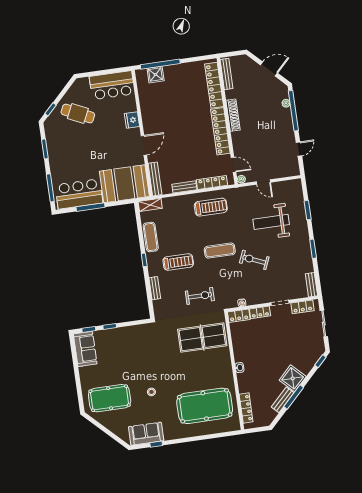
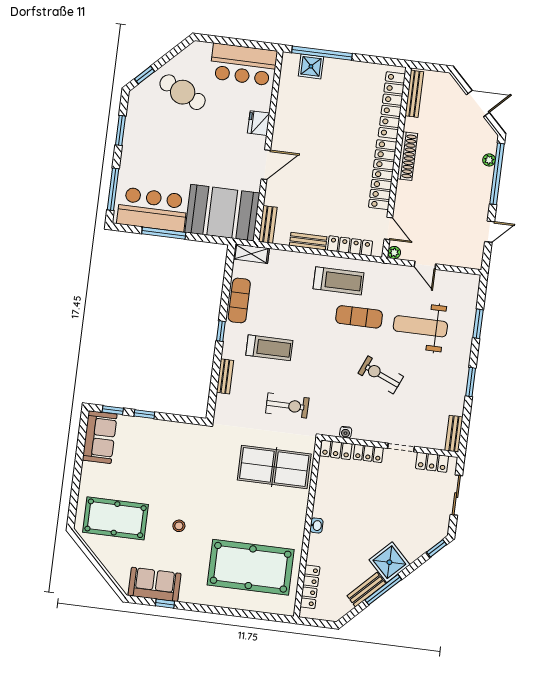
bench: (155, 179) -> (268, 224), width x0.73
exercise mat: (220, 251) -> (359, 317), moved

